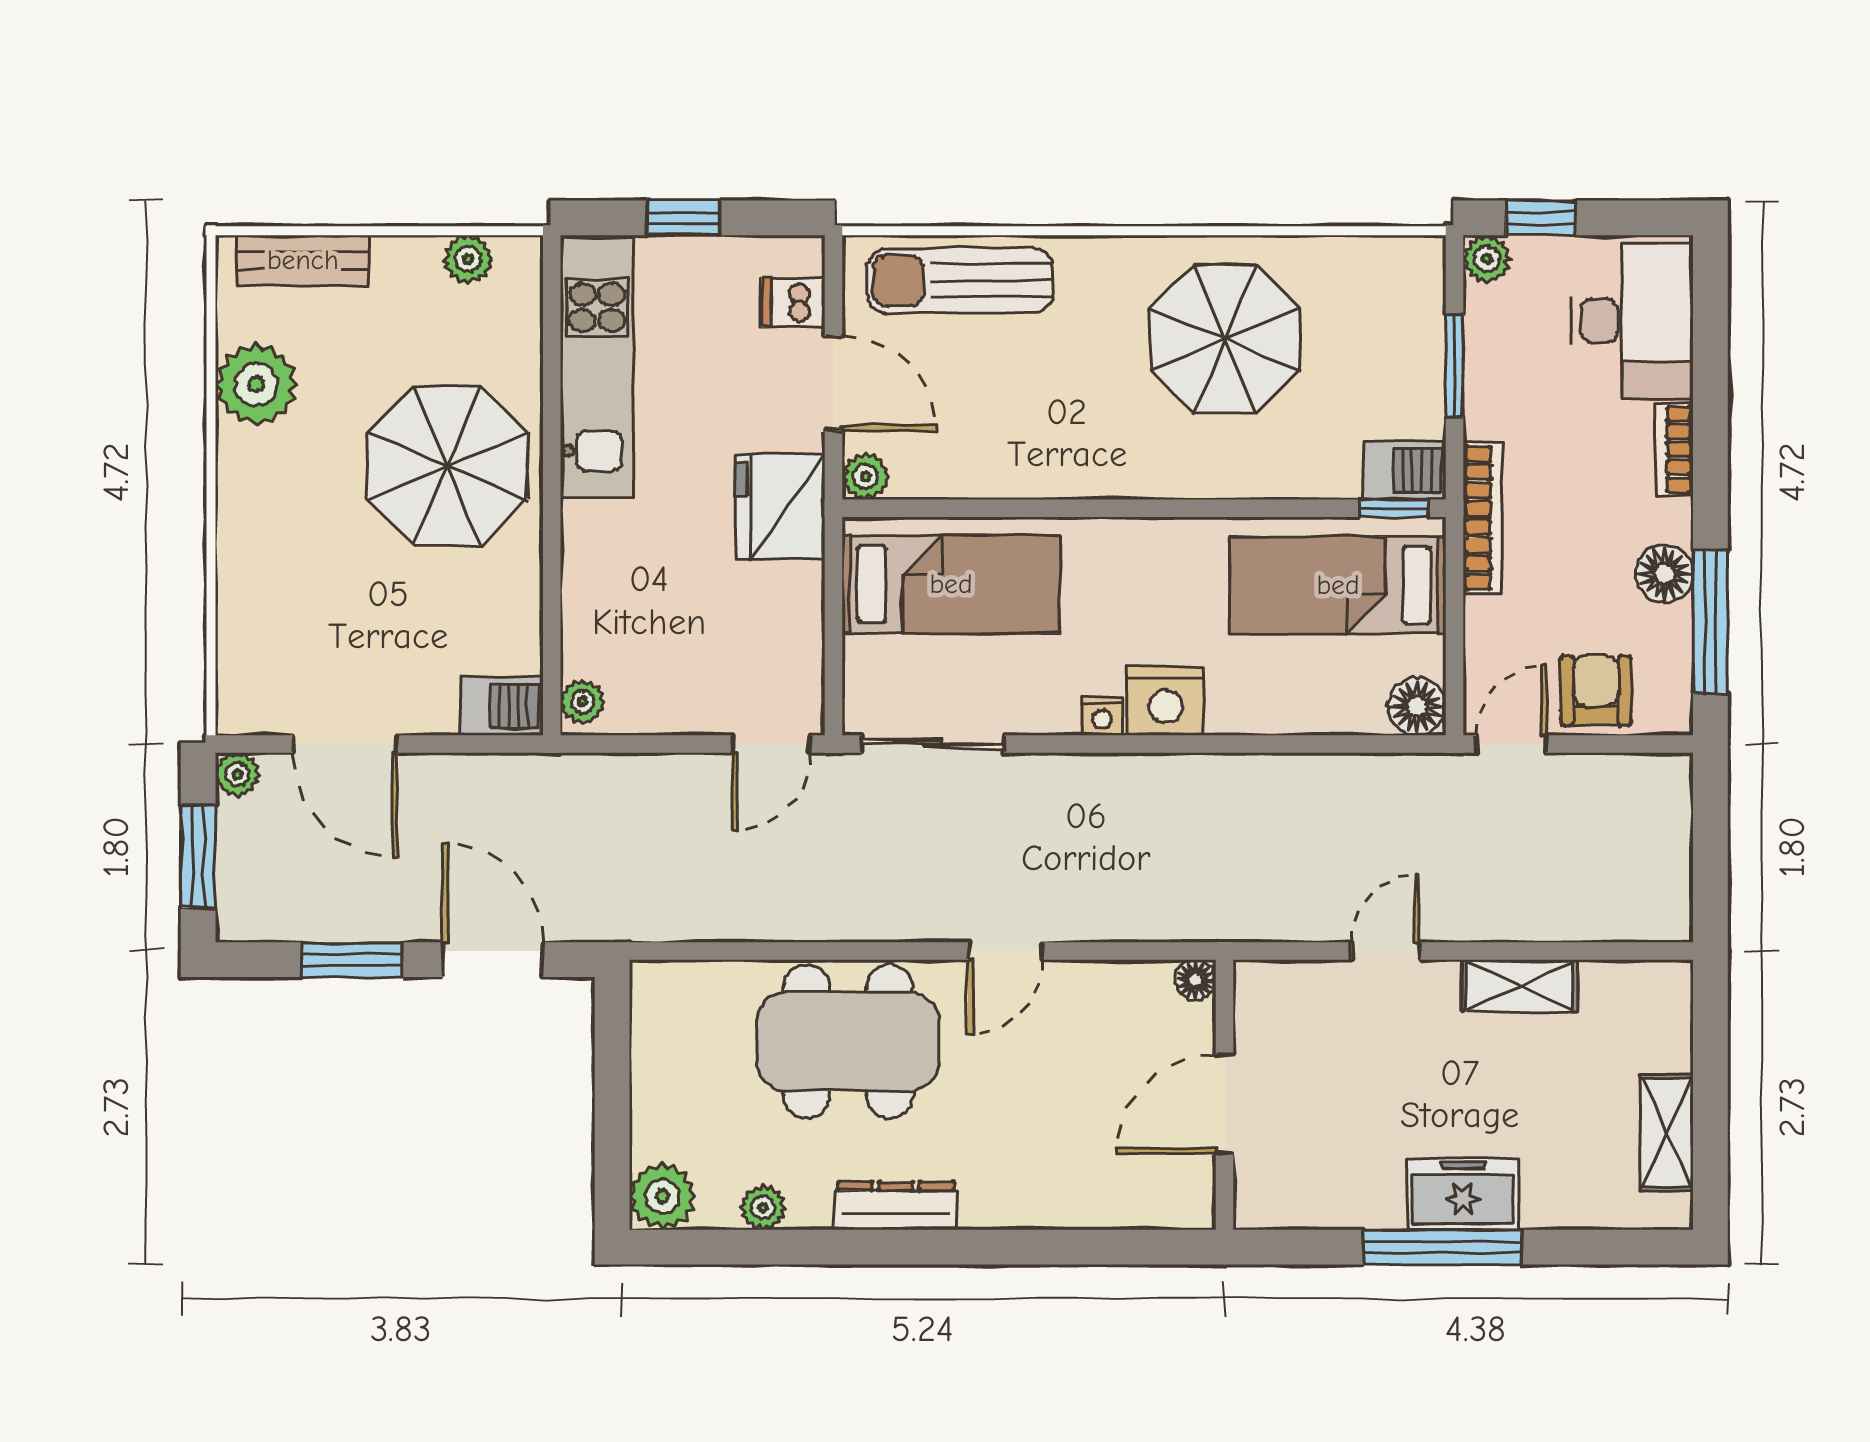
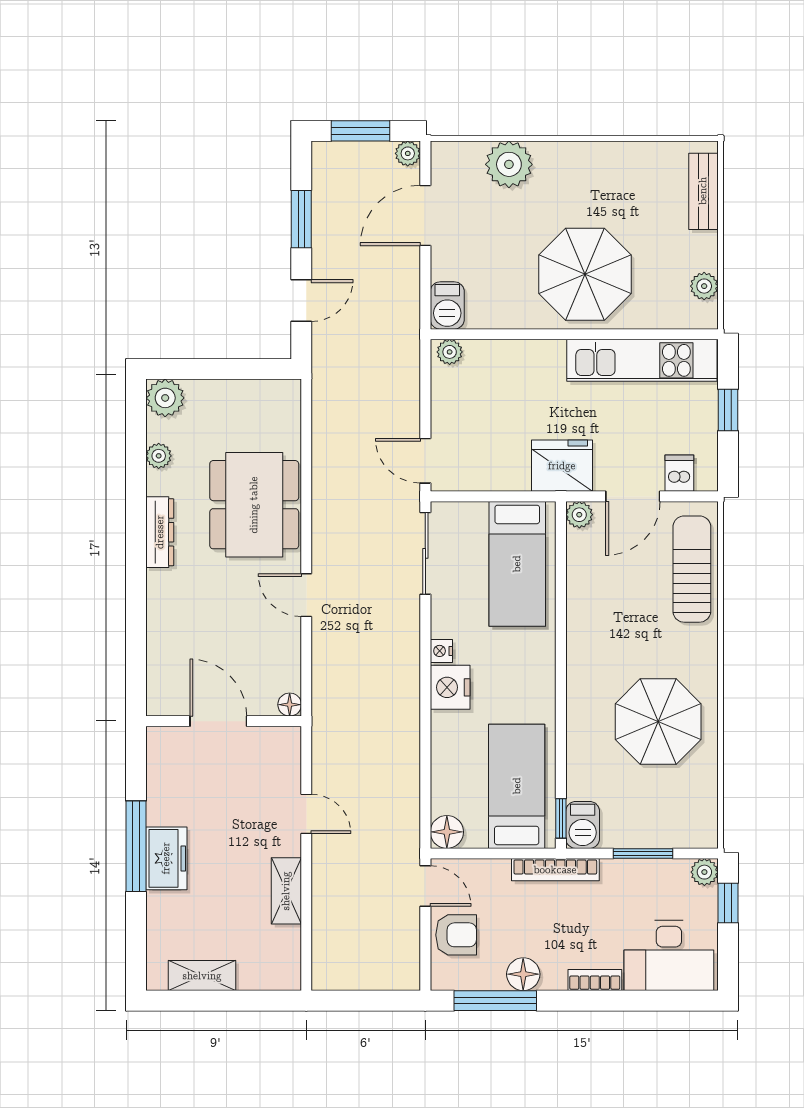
plant: (256, 384) -> (509, 164), moved
door: (493, 960) -> (301, 301), width x0.73

